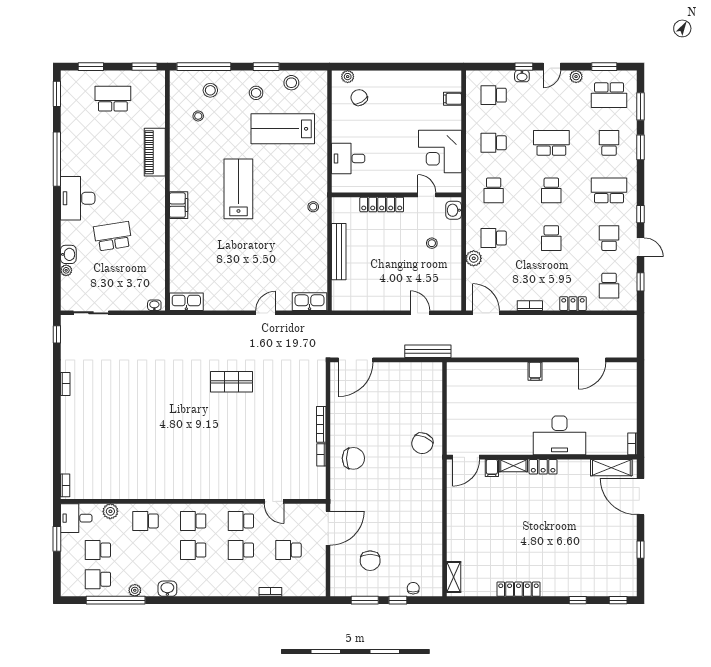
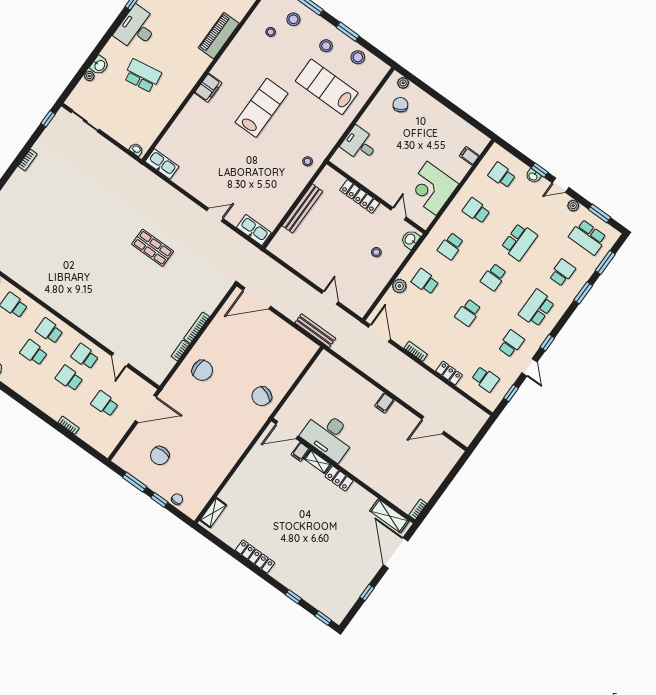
school desk: (551, 143) -> (519, 242), turned 90
school desk: (609, 190) -> (537, 308), turned -90
school desk: (609, 286) -> (485, 379), turned -90
desk: (560, 435) -> (329, 436), moved

